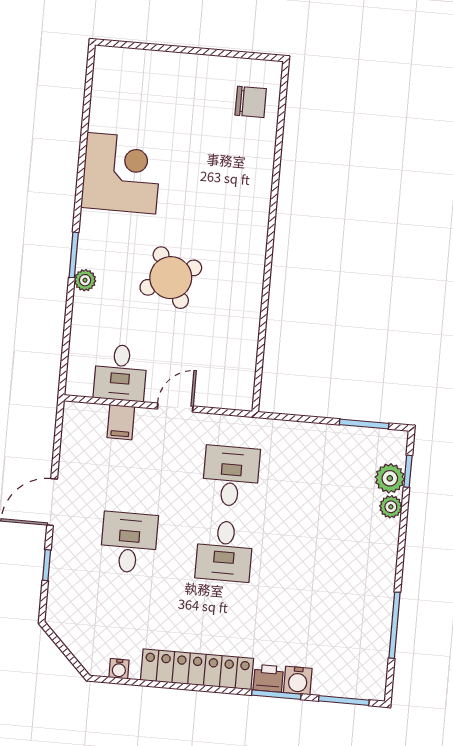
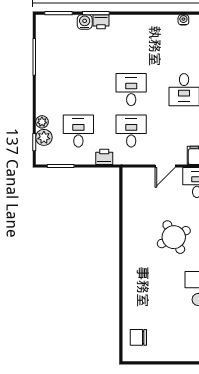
printer: (284, 434) -> (104, 157), added
desk: (231, 476) -> (131, 131), turned 180
desk: (326, 485) -> (78, 131), added
locker: (197, 669) -> (141, 23), removed

